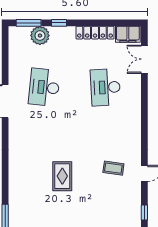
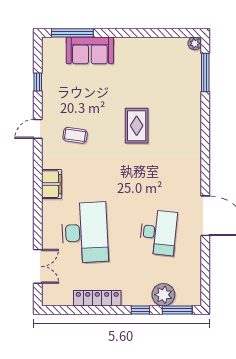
filing cabinet: (128, 34) -> (51, 184), moved, turned 90
desk: (105, 87) -> (85, 232), width x1.36, depth x1.30

